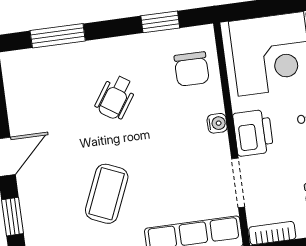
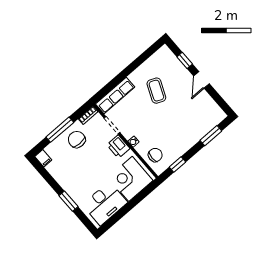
chair: (192, 69) -> (155, 155), turned 90
wheelchair: (116, 97) -> (176, 127), removed

